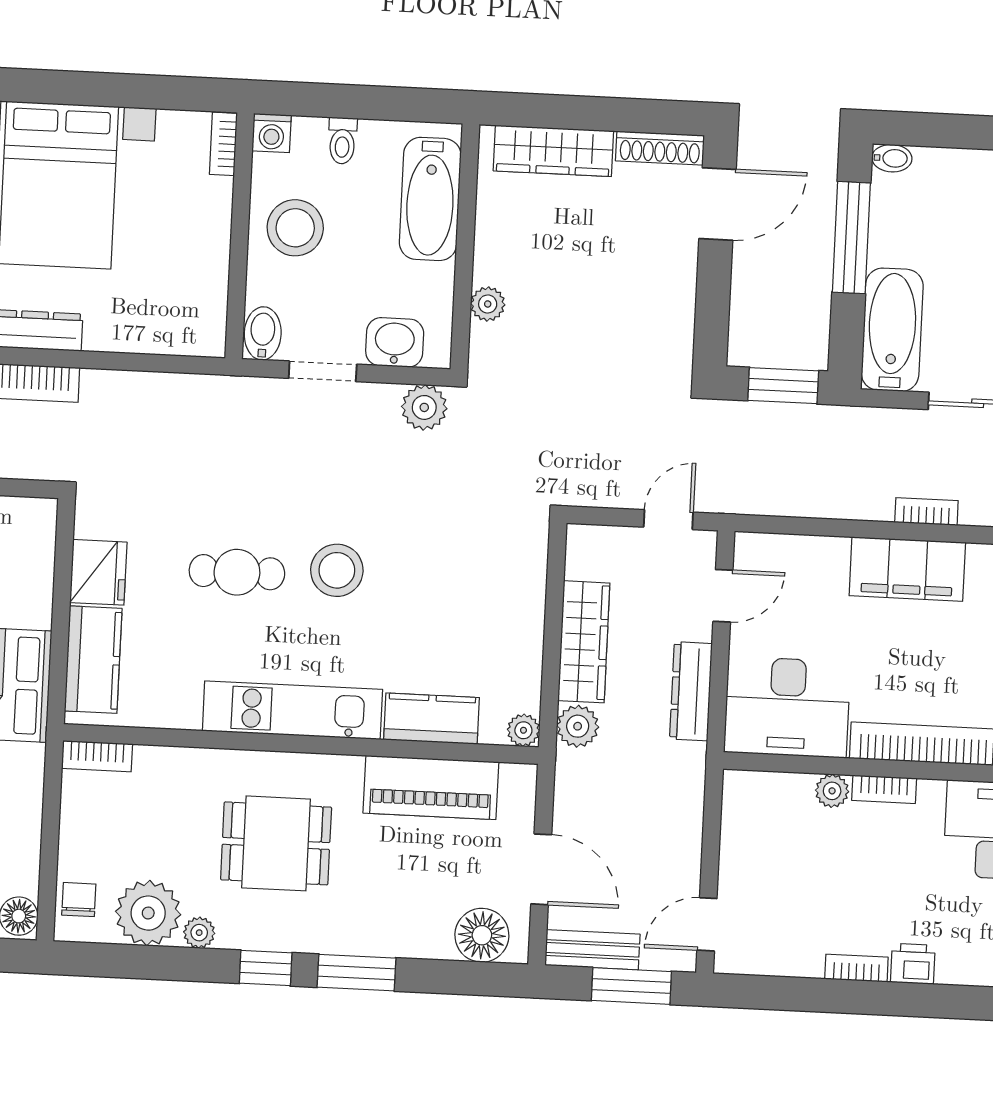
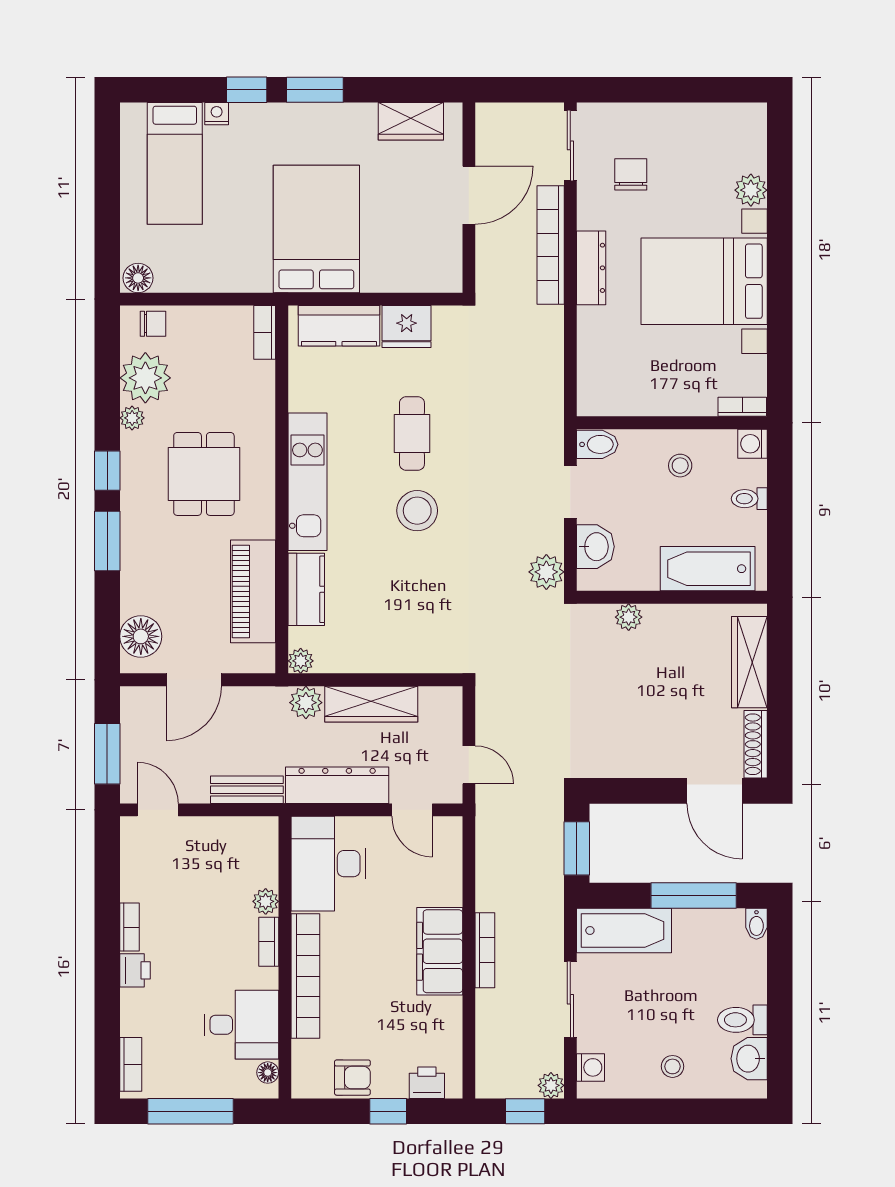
stool: (295, 228) -> (680, 466), width x0.53, depth x0.53
bookcase: (926, 512) -> (485, 950), width x1.56
dresser: (691, 691) -> (337, 785), width x1.37, depth x1.24
bench: (592, 950) -> (247, 790), moved, turned 90

